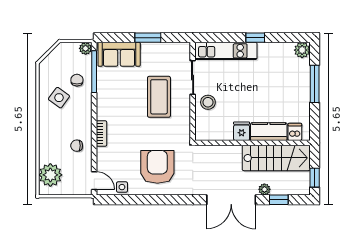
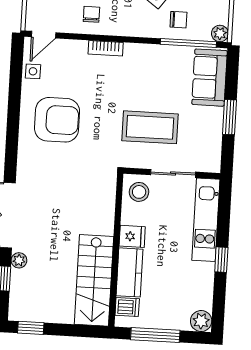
fridge: (242, 131) -> (132, 236), moved
kitchen counter: (269, 132) -> (130, 272), moved
dishwasher: (295, 132) -> (127, 307), moved
wall: (252, 143) -> (116, 250), moved
stairs: (276, 158) -> (94, 280), moved

